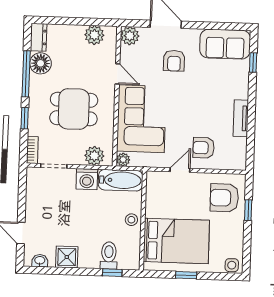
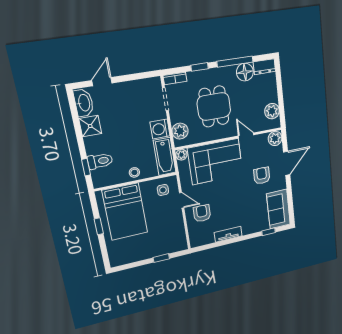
armchair: (174, 61) -> (262, 176), turned 90
door: (117, 74) -> (246, 135), swing flipped
armchair: (224, 198) -> (167, 238), removed
washbasin: (40, 261) -> (84, 103), width x1.91, depth x1.45
side table: (232, 265) -> (163, 190), moved

